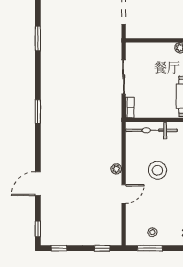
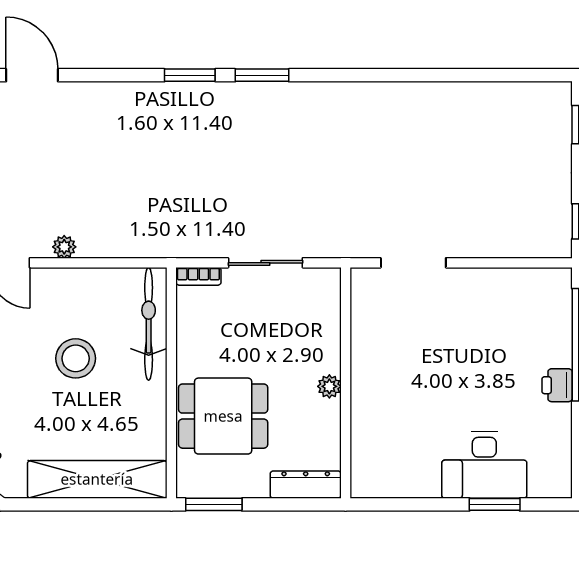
window: (38, 39) -> (262, 75), moved
stool: (157, 170) -> (76, 358), moved

